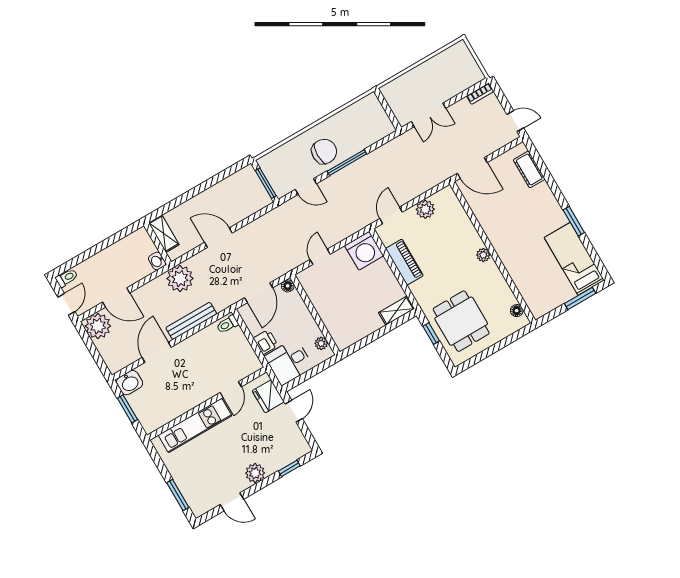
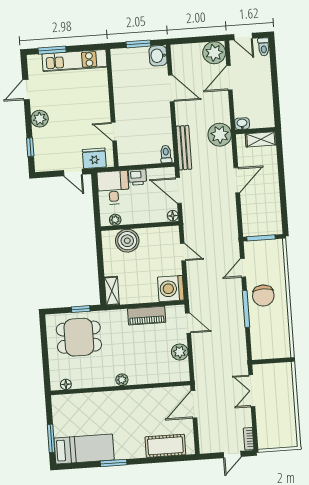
door: (515, 121) -> (232, 454), moved
cot: (529, 169) -> (165, 446), width x1.37, depth x1.34
boiler: (337, 320) -> (127, 241), added
bench: (191, 321) -> (184, 148), moved
kitchen unit: (195, 425) -> (75, 60), moved, turned -90

